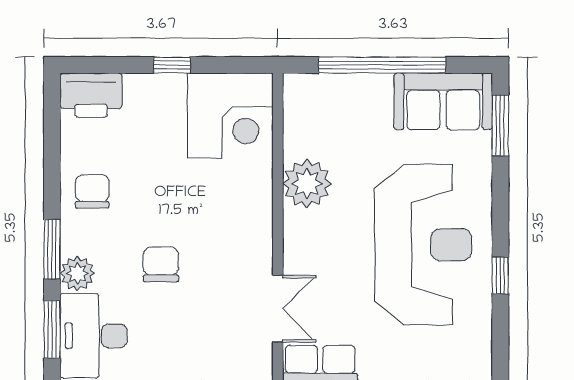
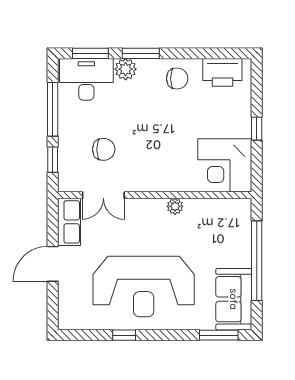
printer: (91, 95) -> (222, 72), moved, turned -90
plant: (307, 184) -> (175, 206), width x0.53, depth x0.53
chair: (161, 264) -> (104, 149), moved

